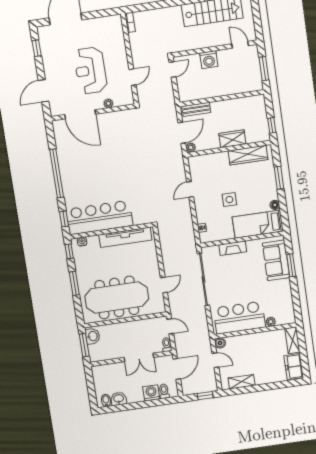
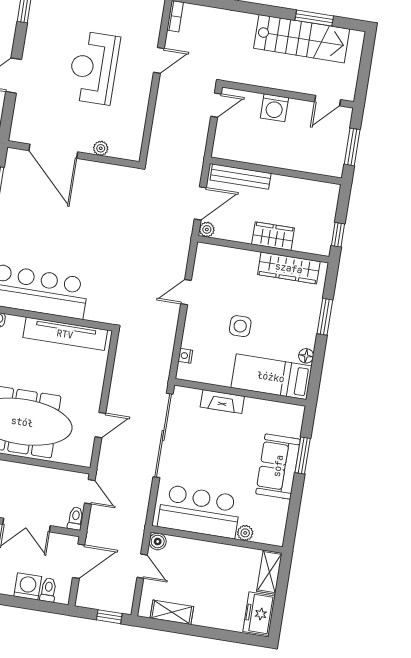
door: (240, 45) -> (328, 101), swing flipped
door: (132, 77) -> (159, 60), moved
plant: (108, 103) -> (101, 148), moved
bench: (196, 109) -> (241, 177), width x1.36
wall: (93, 112) -> (73, 154), moved
door: (80, 114) -> (53, 151), moved
sofa: (276, 260) -> (278, 466), moved

